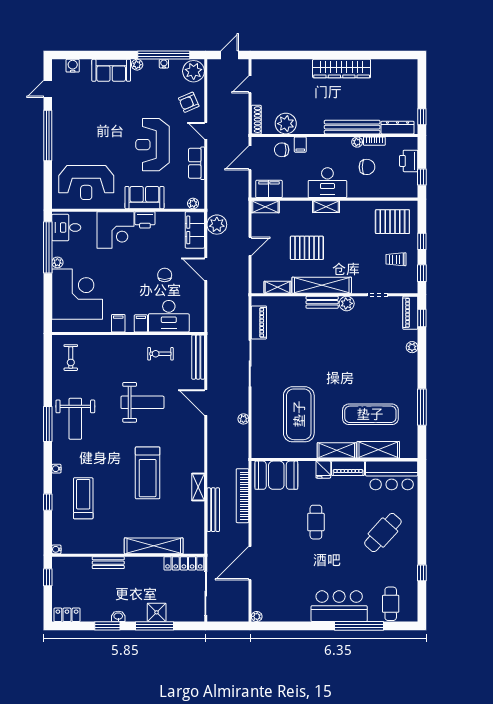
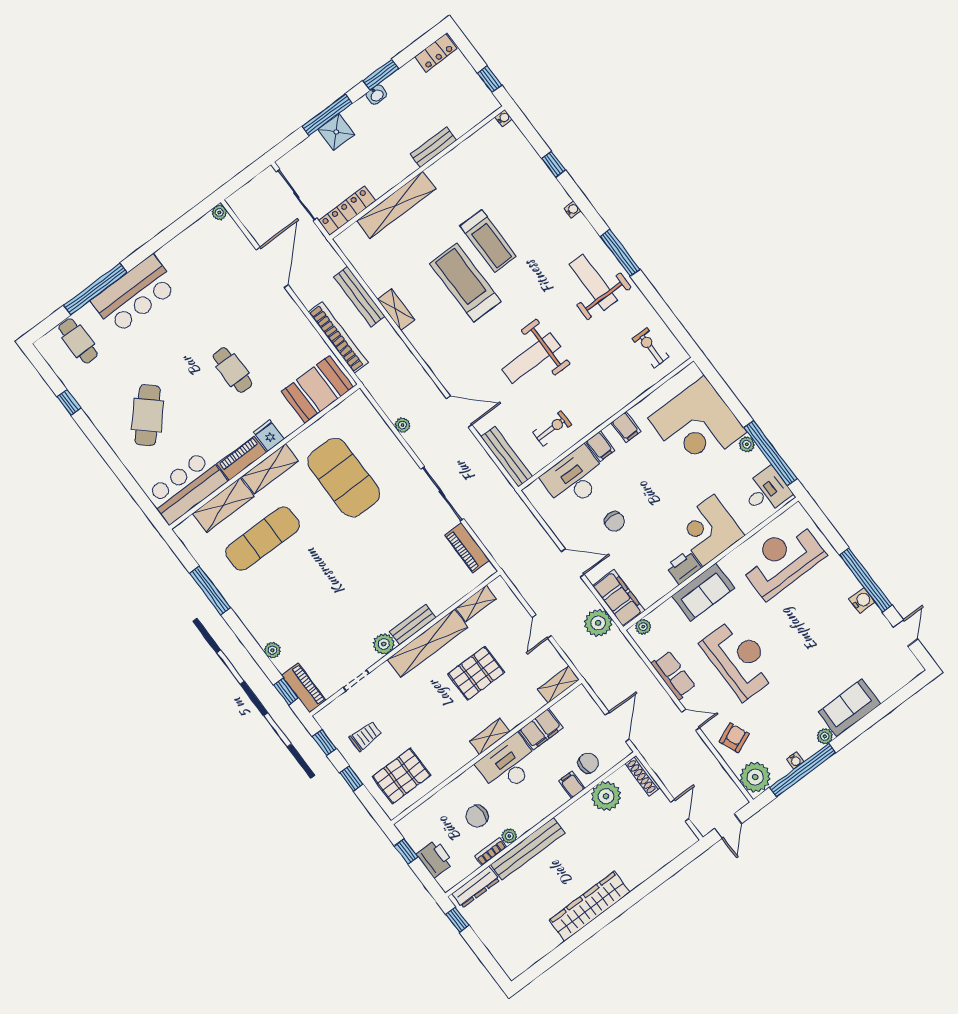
water cooler: (73, 66) -> (862, 601), moved, turned -90
filing cabinet: (269, 189) -> (541, 729), moved
treadmill: (83, 498) -> (488, 241), moved

